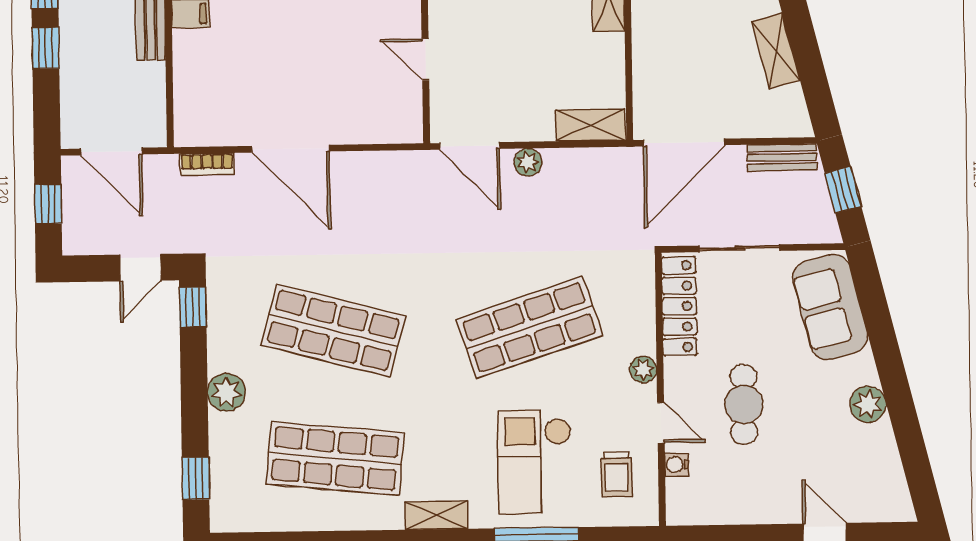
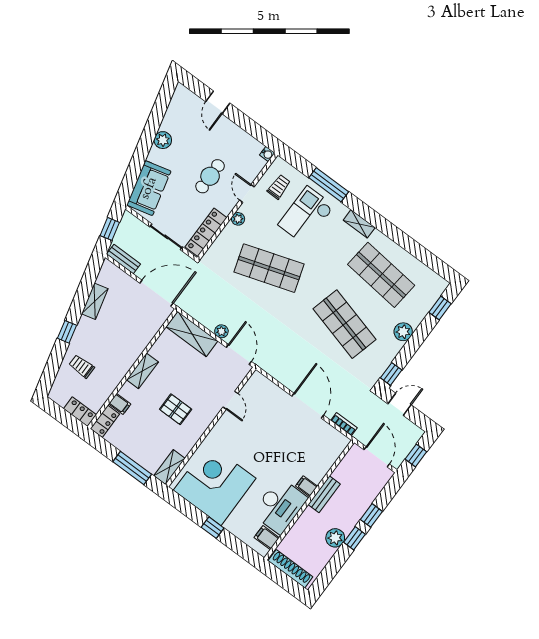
shelving: (591, 125) -> (192, 334), width x1.50, depth x1.33
checkout: (535, 462) -> (306, 215), turned 180
water cooler: (677, 465) -> (267, 154), moved

